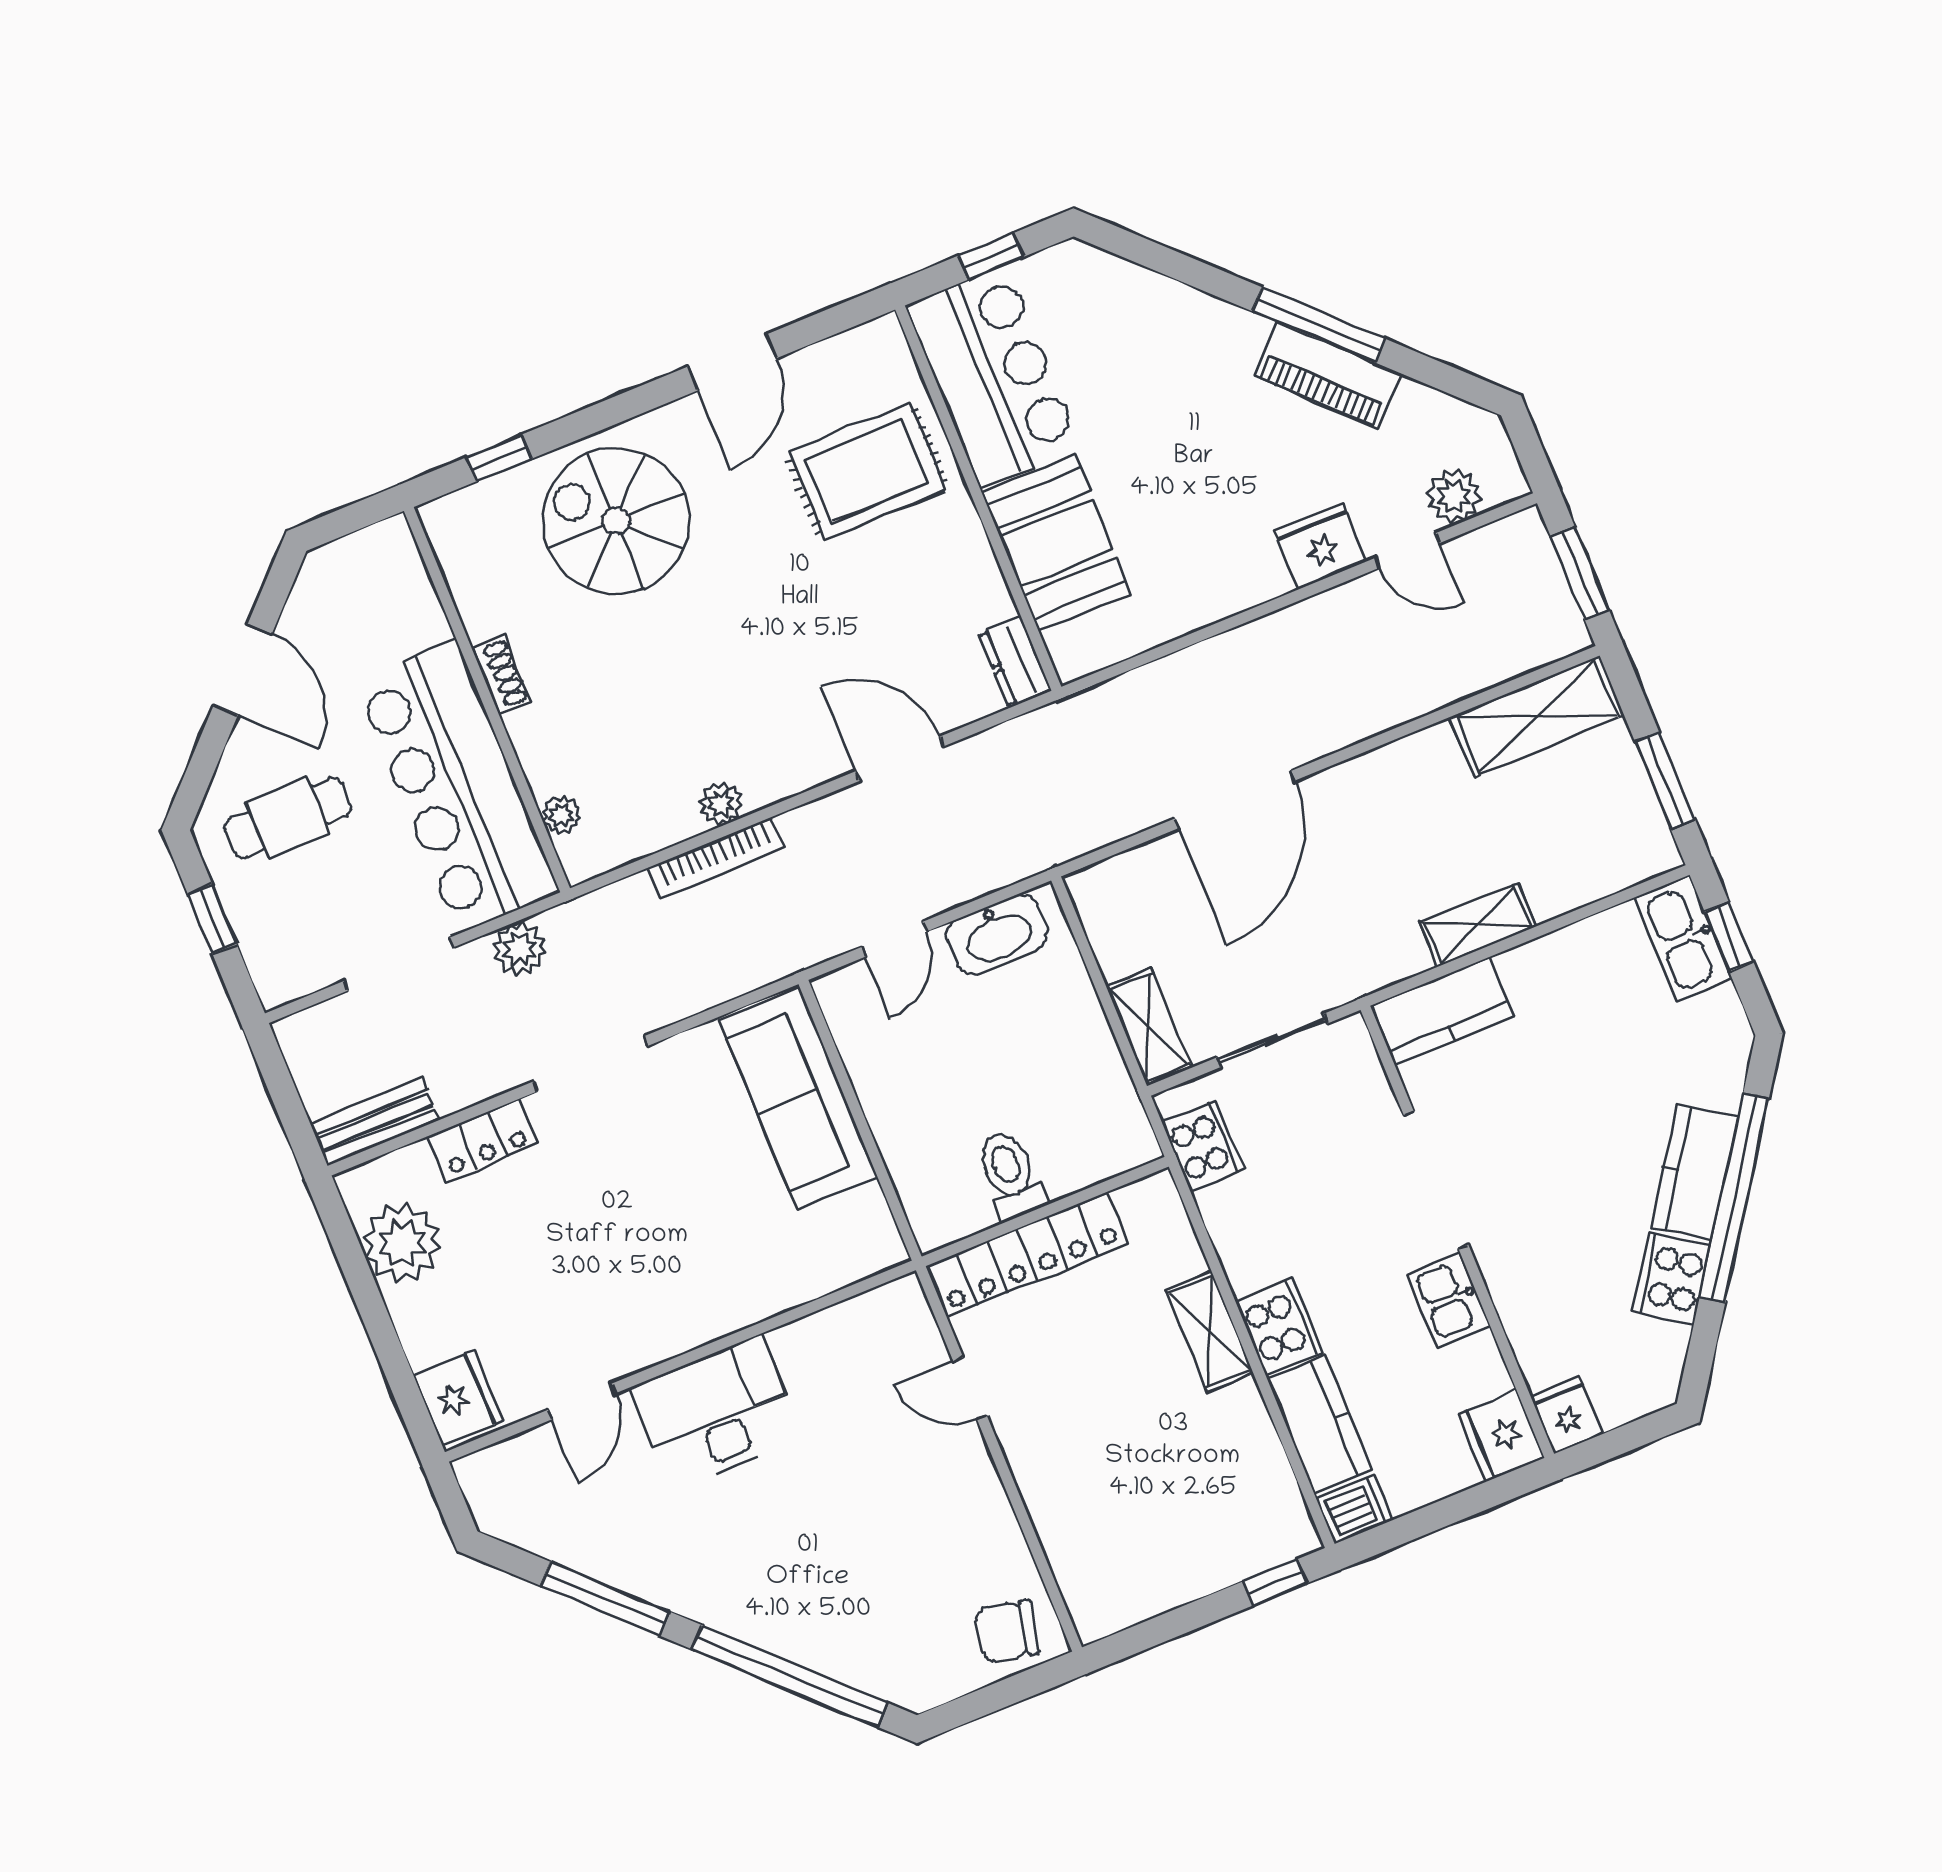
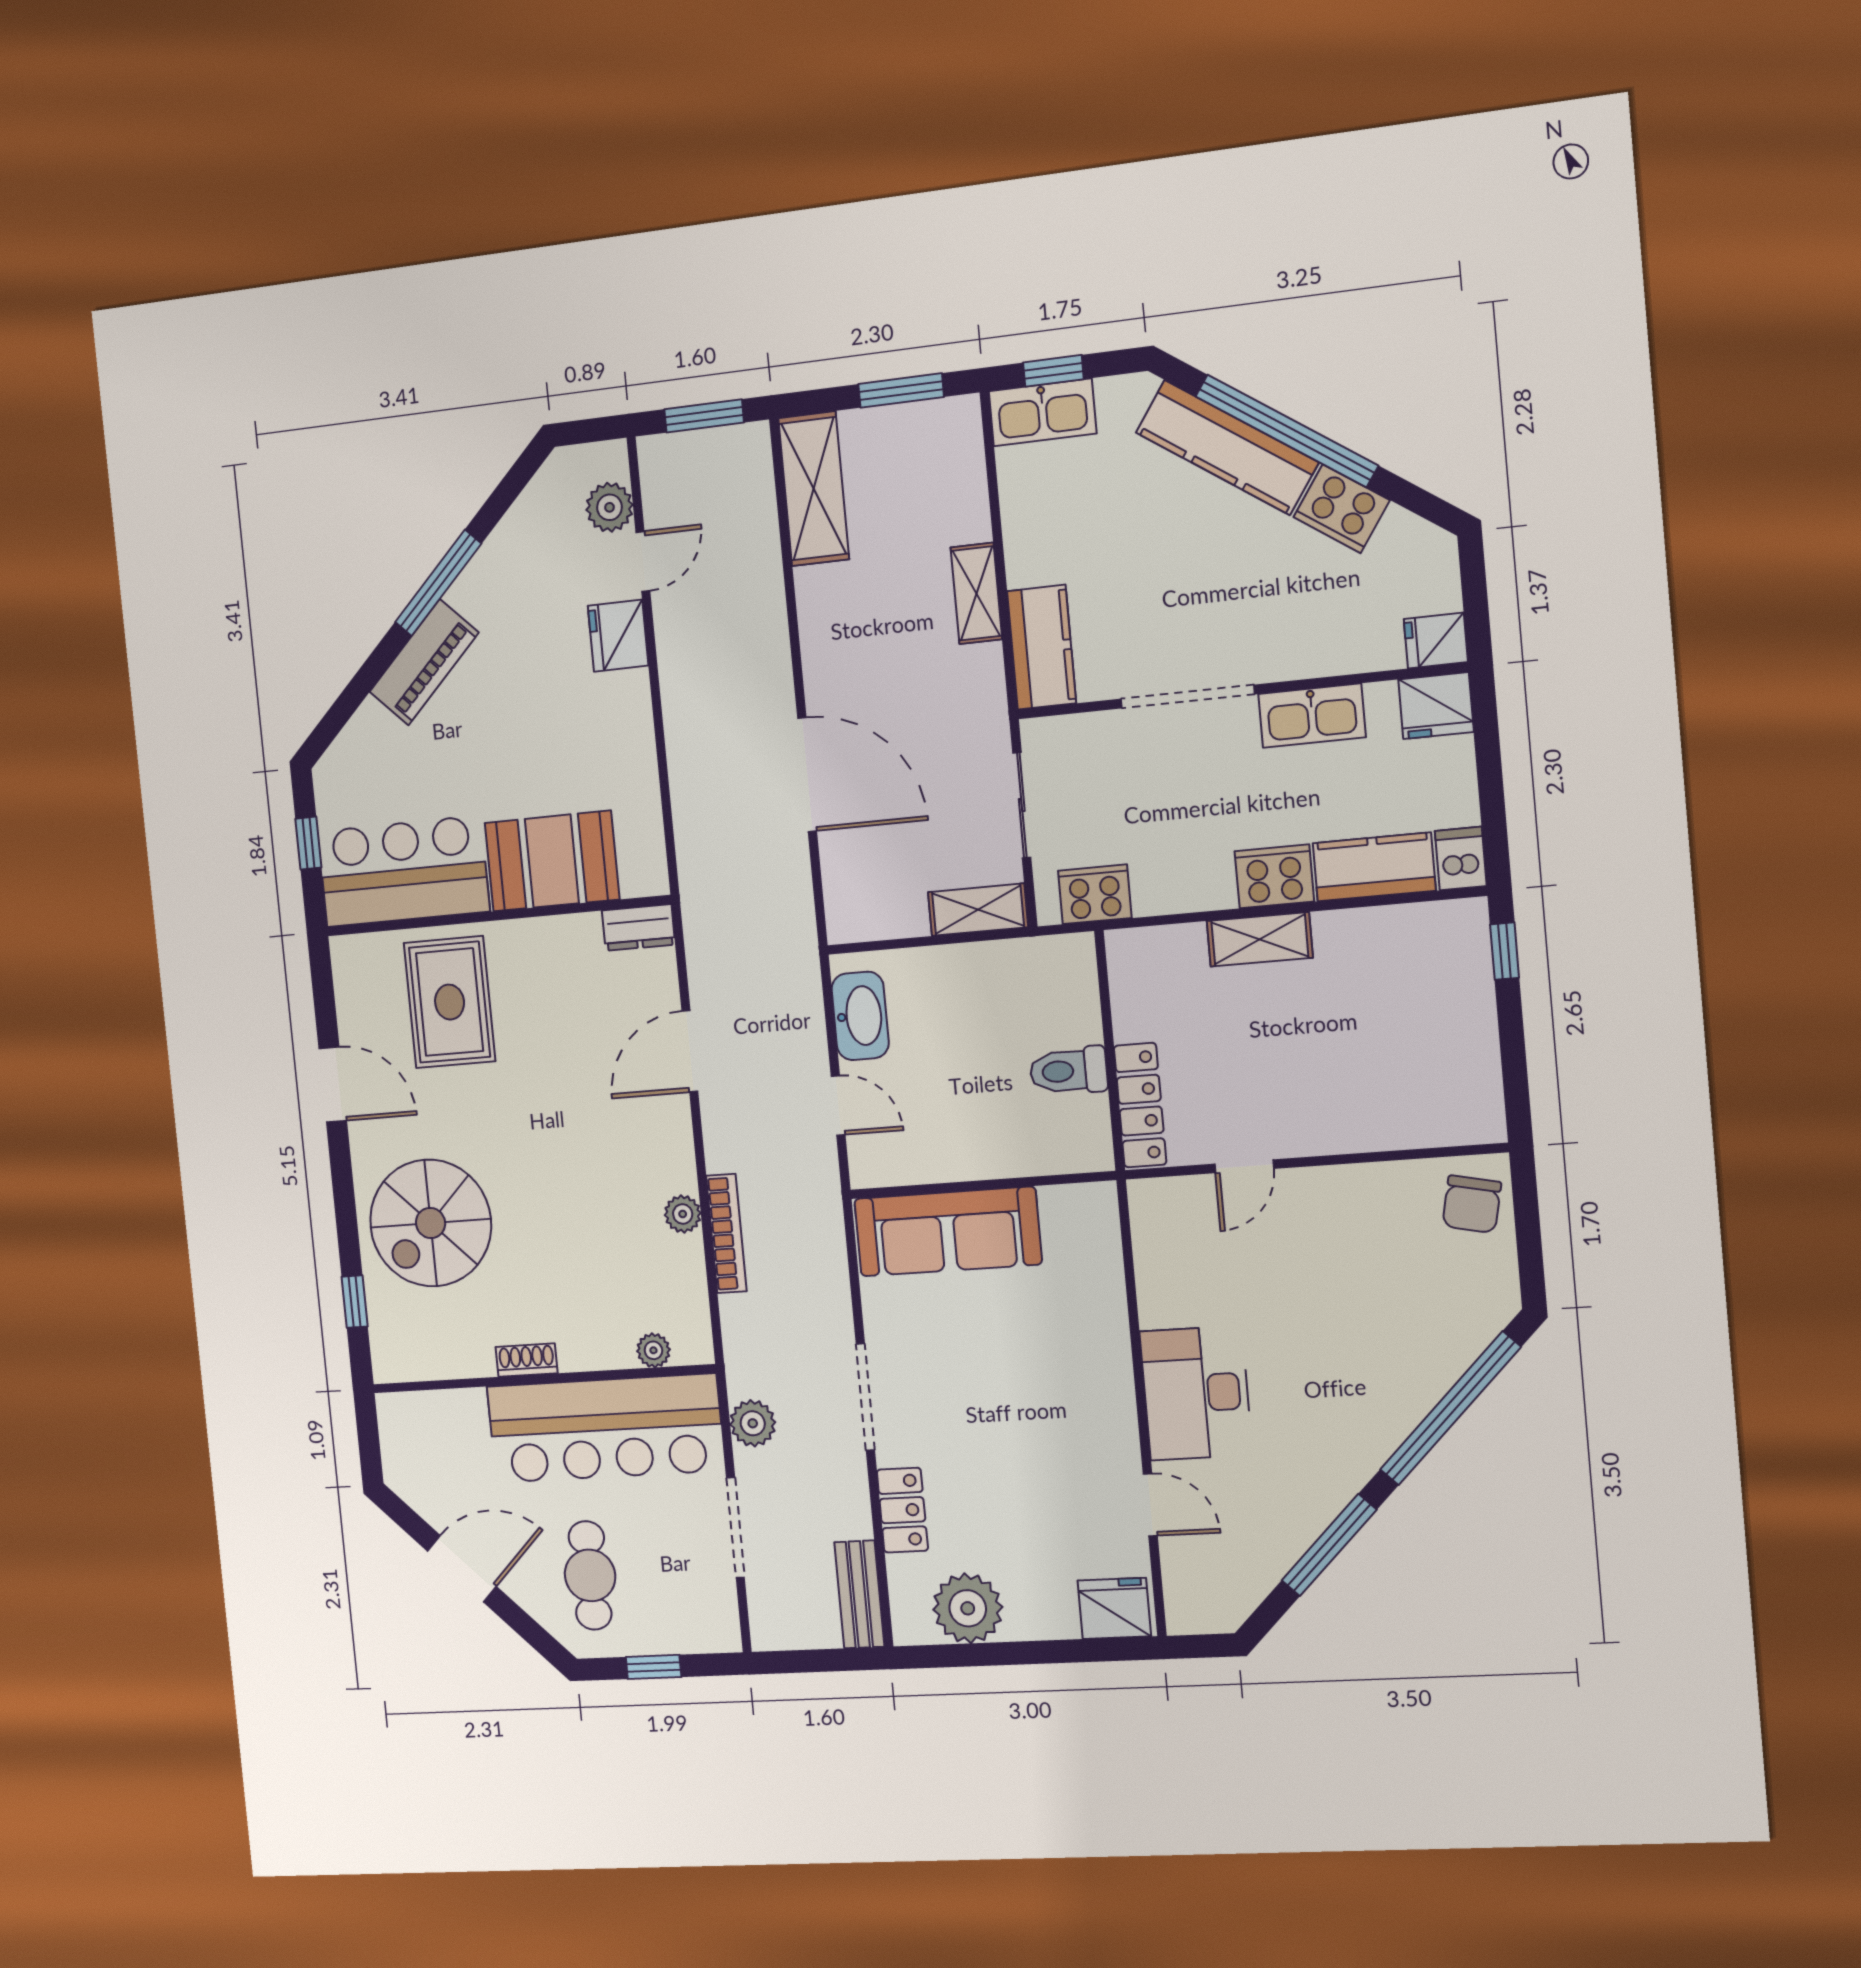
piano: (1327, 375) -> (424, 662), moved
kitchen counter: (1694, 1173) -> (1227, 447), width x1.50
locker: (1027, 1255) -> (1140, 1105), width x0.71, depth x0.83
kitchen sink: (1448, 1300) -> (1312, 716), width x1.38

